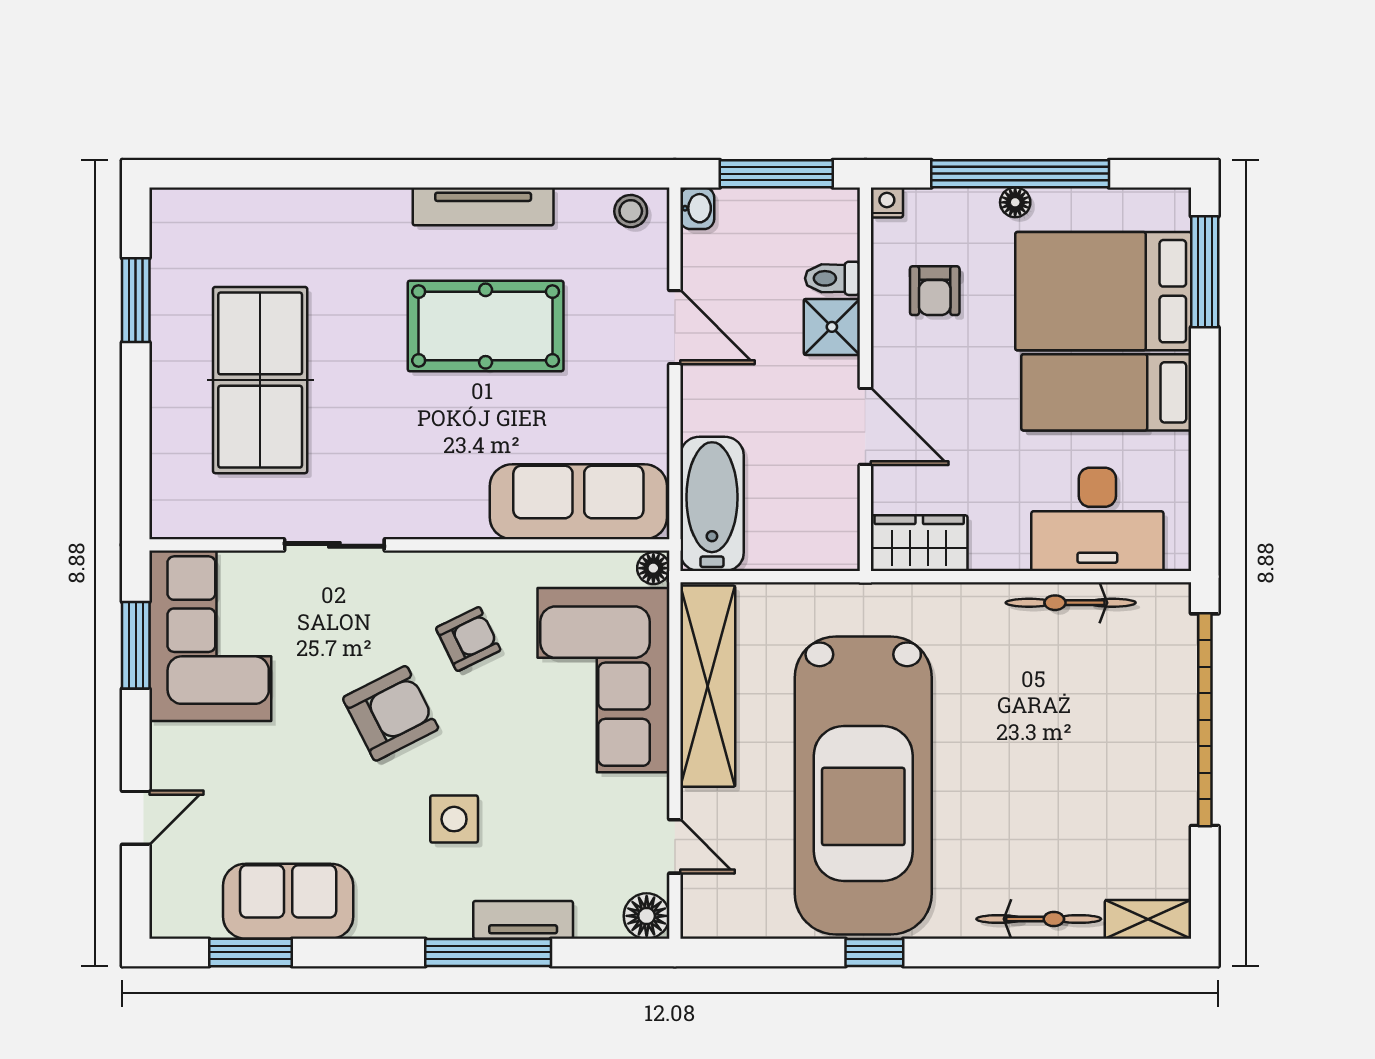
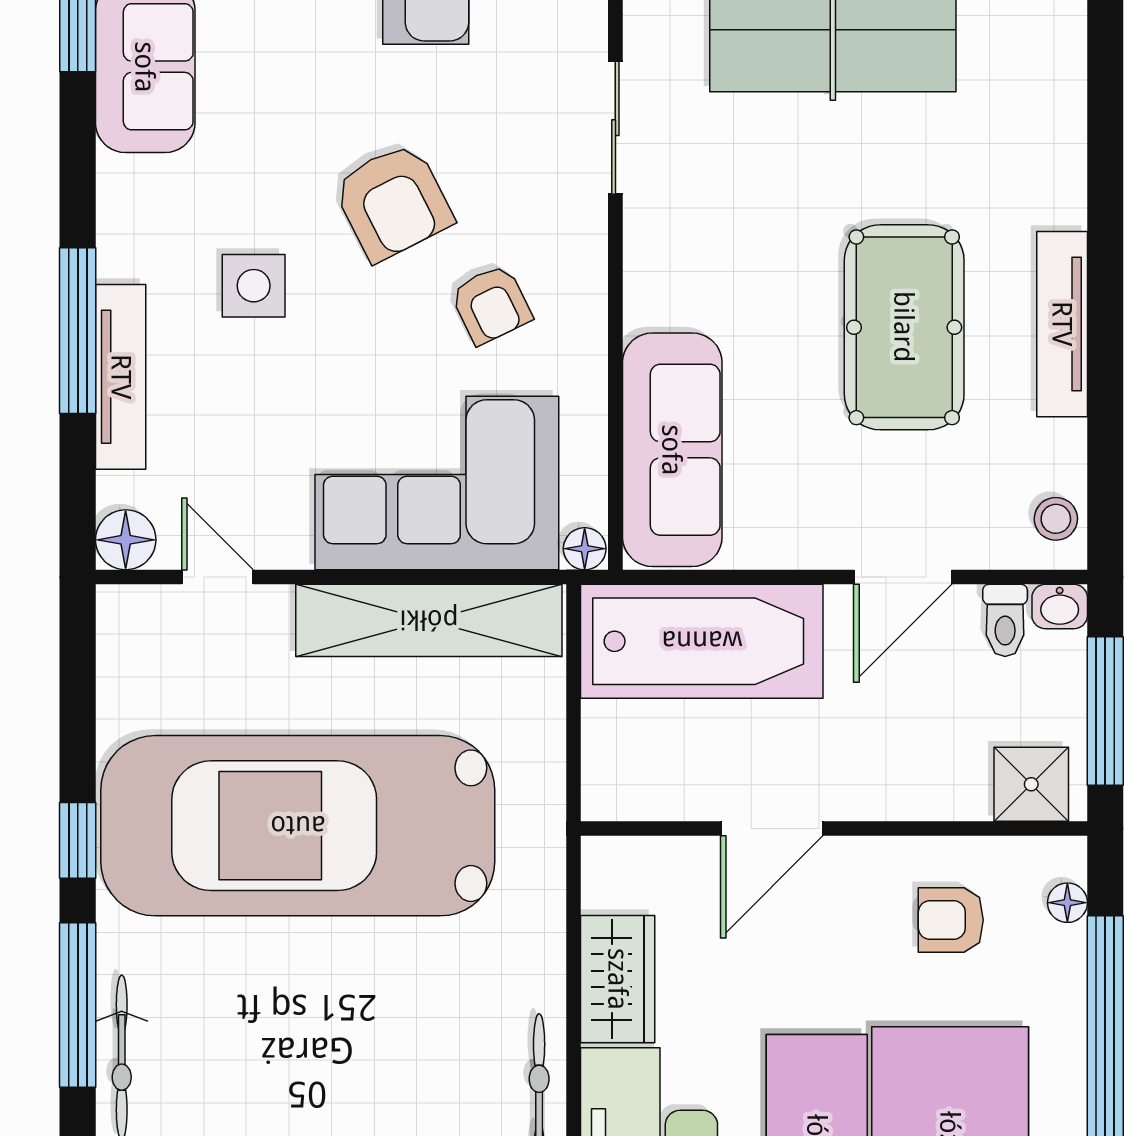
nightstand: (887, 202) -> (1067, 857), removed
floor lamp: (1015, 202) -> (1067, 903), moved
toilet: (833, 278) -> (1005, 620), moved, turned 180
shower: (832, 327) -> (1031, 784), moved
bathtub: (712, 504) -> (702, 641), width x1.36, depth x1.36
wardrobe: (919, 543) -> (618, 979), moved
door: (675, 846) -> (218, 577), swing flipped
tv unit: (523, 920) -> (121, 377), width x1.41
window: (999, 952) -> (78, 1005), added

